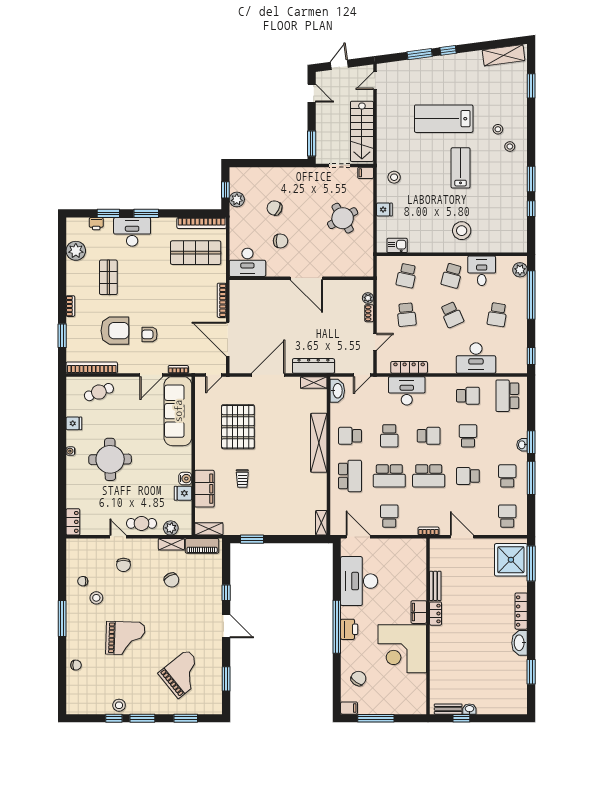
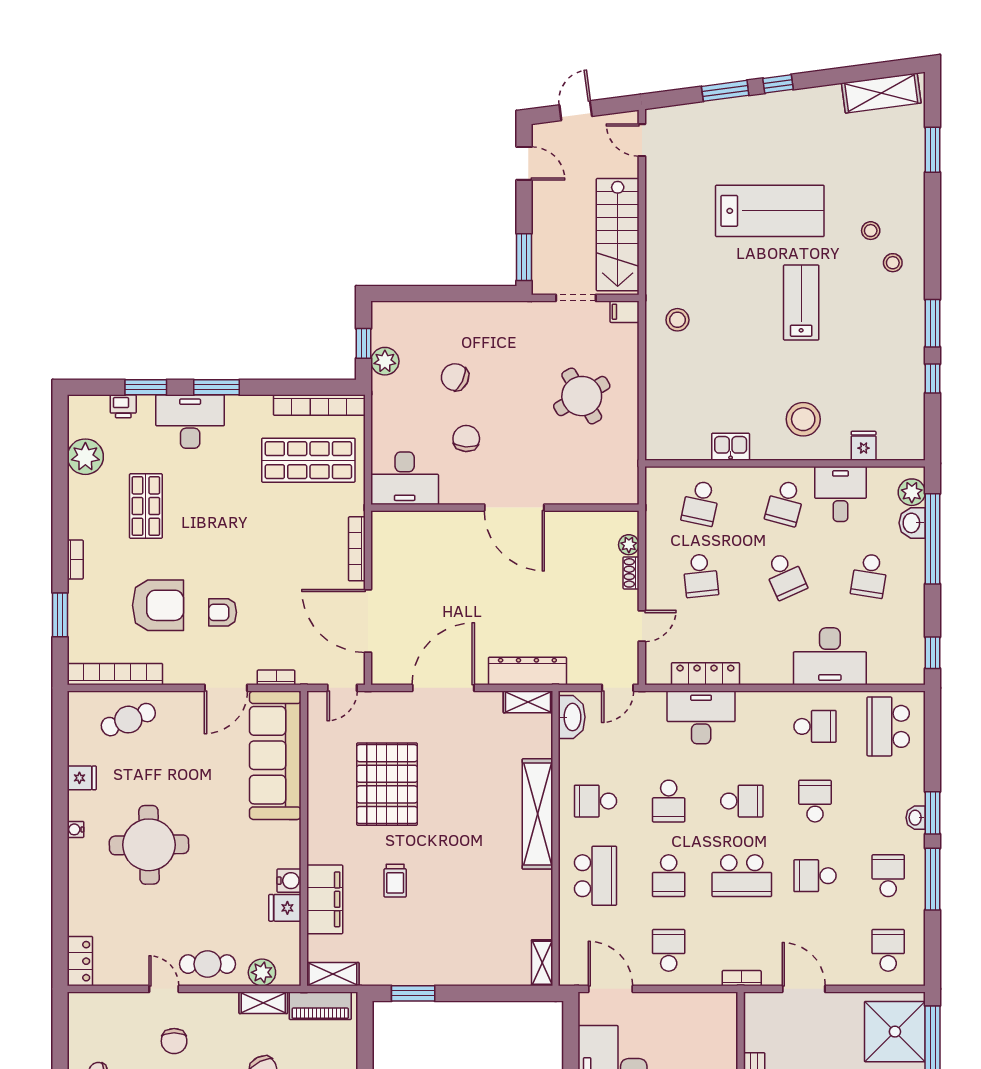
door: (375, 81) -> (642, 140), hinge flipped
lab bench: (444, 119) -> (770, 211), turned 180
fridge: (384, 210) -> (864, 446), moved, turned -90
chair: (281, 241) -> (466, 438), turned -87
kitchen sink: (397, 245) -> (731, 447), moved
washbasin: (520, 286) -> (912, 523), added
school desk: (389, 476) -> (669, 876), width x0.54

